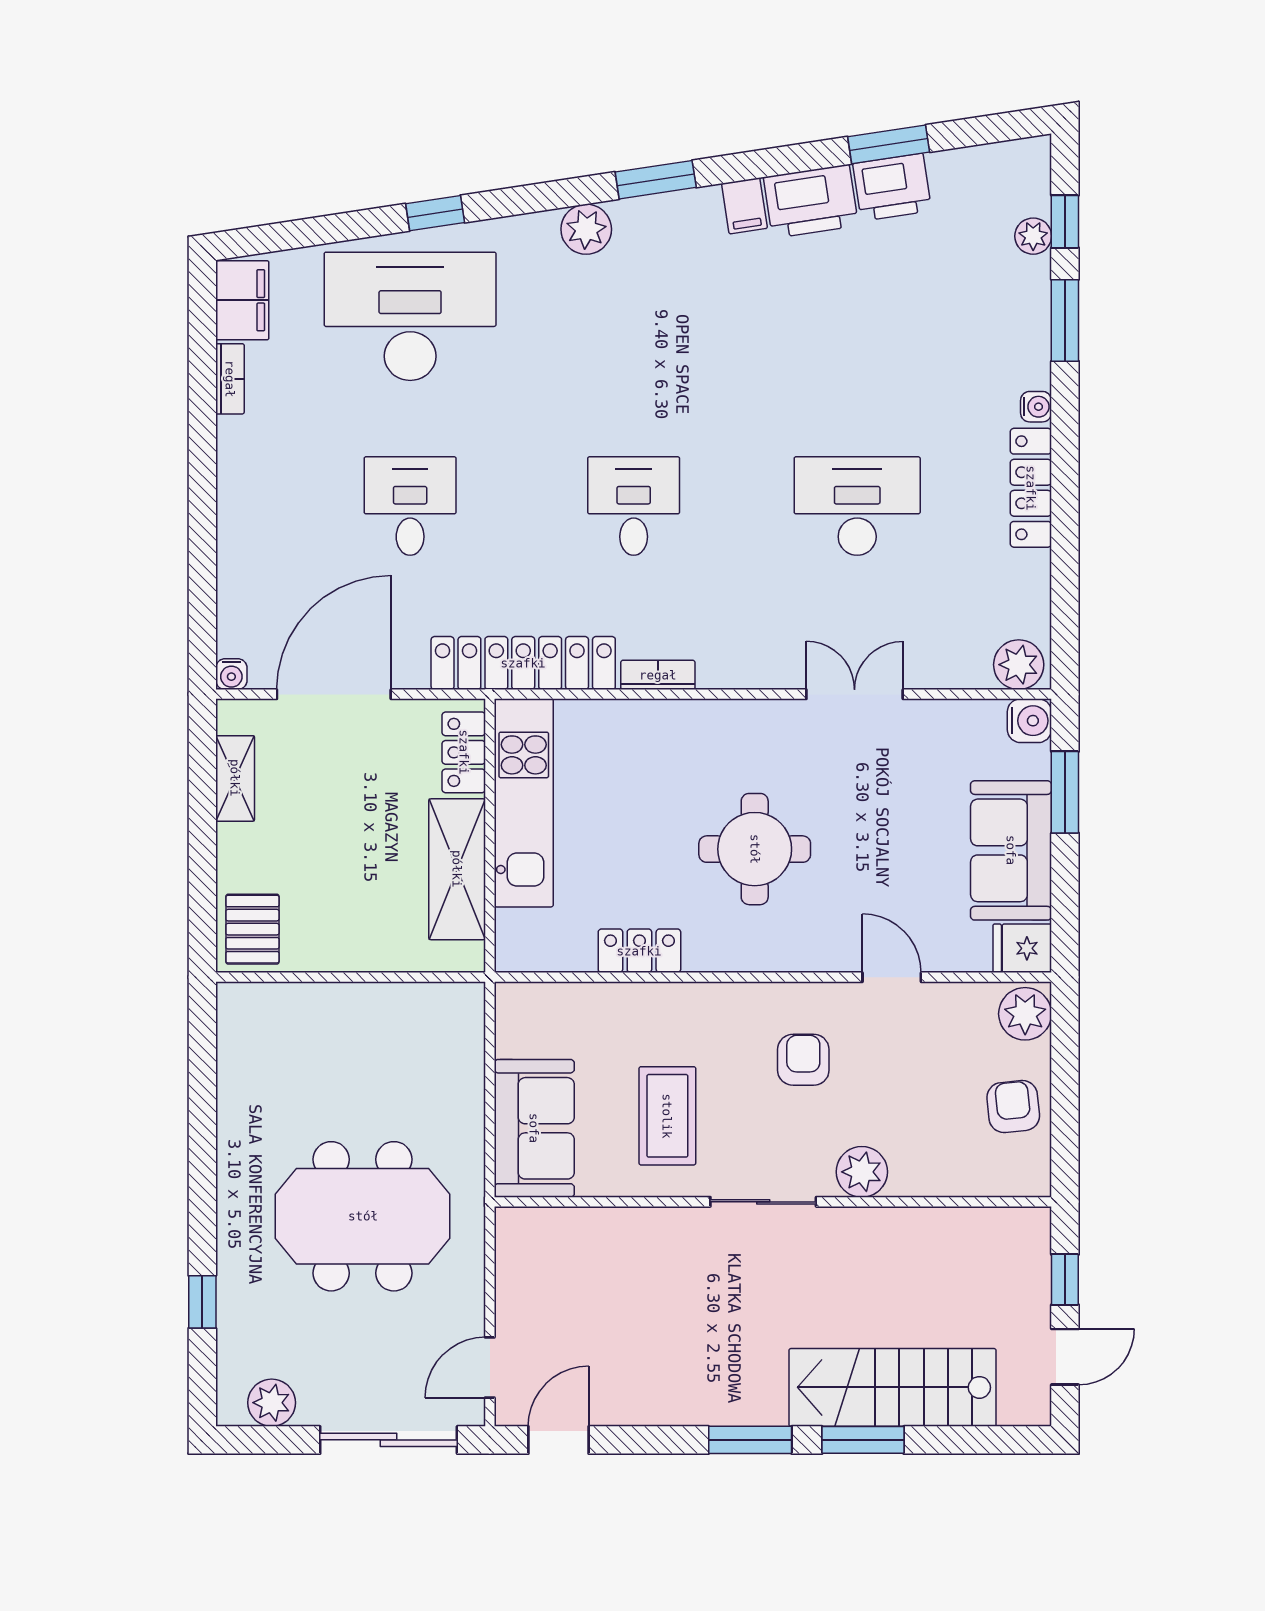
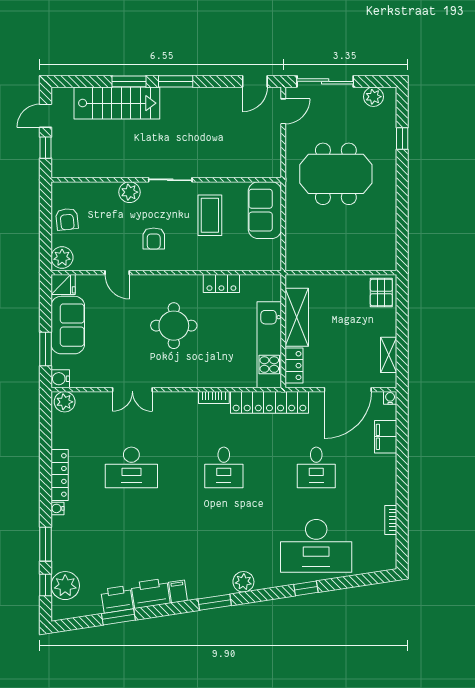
plant: (1033, 236) -> (65, 586), width x1.87, depth x1.87
filing cabinet: (242, 300) -> (386, 437), moved

